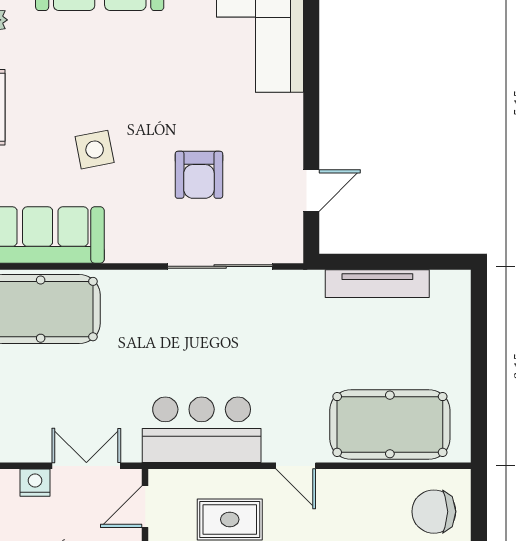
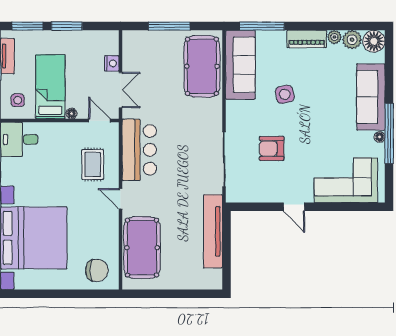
door: (311, 191) -> (294, 207), moved
tv unit: (377, 284) -> (213, 231), width x1.36, depth x1.29
door: (296, 466) -> (121, 199), hinge flipped
chair: (434, 512) -> (97, 270), turned 90

